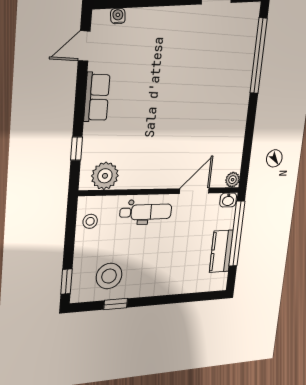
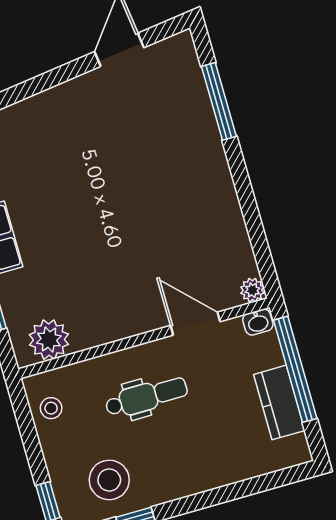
window: (259, 56) -> (219, 101), width x0.68
door: (194, 191) -> (195, 324), hinge flipped
dental chair: (146, 212) -> (146, 397), moved

